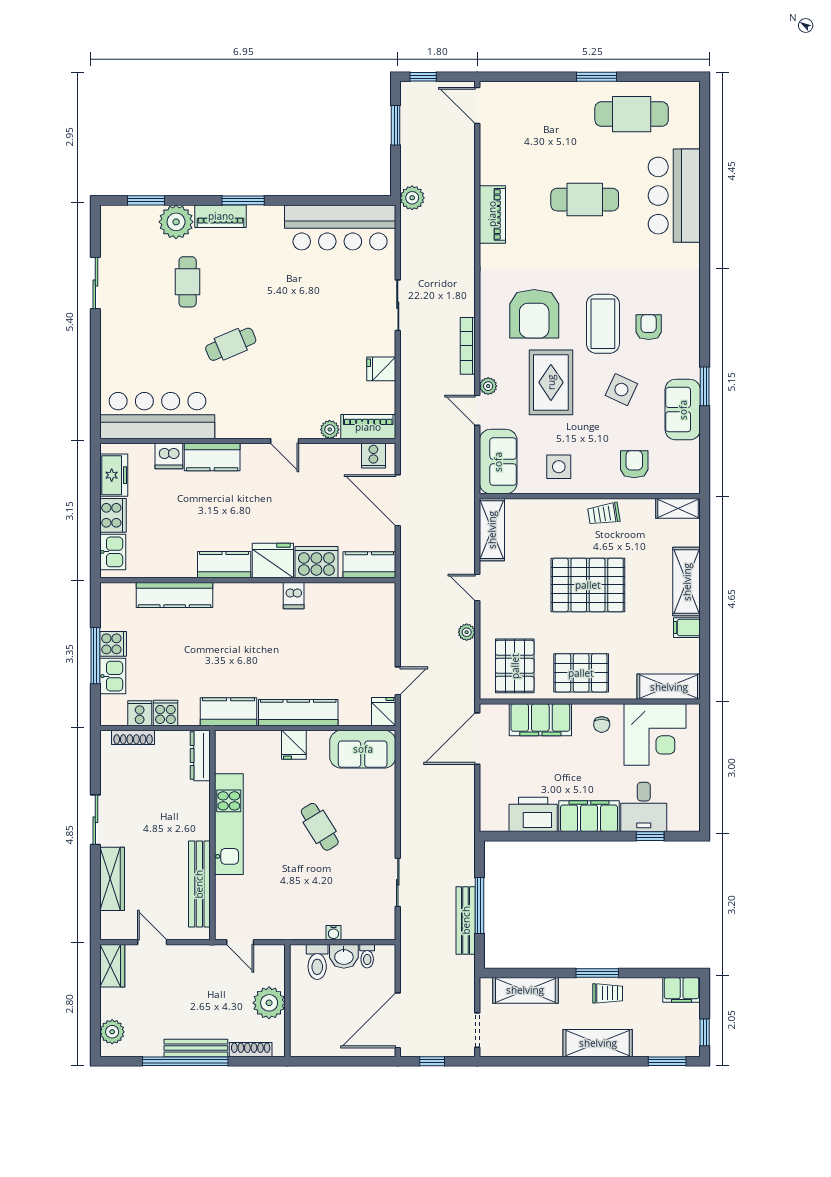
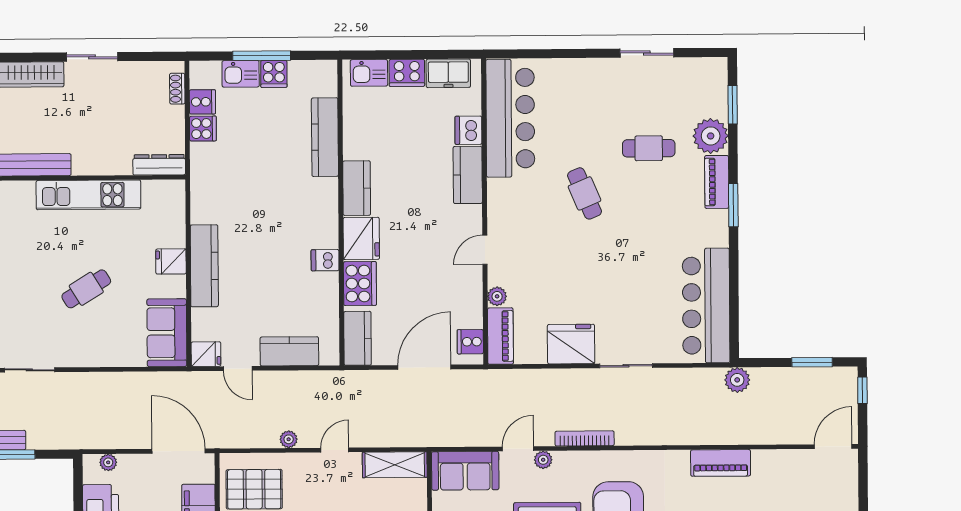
fridge: (381, 369) -> (571, 344), width x1.88, depth x1.34
kitchen counter: (229, 712) -> (289, 351), moved, turned -90
shoe rack: (133, 737) -> (177, 89), width x0.70
plant: (488, 807) -> (108, 462), added

